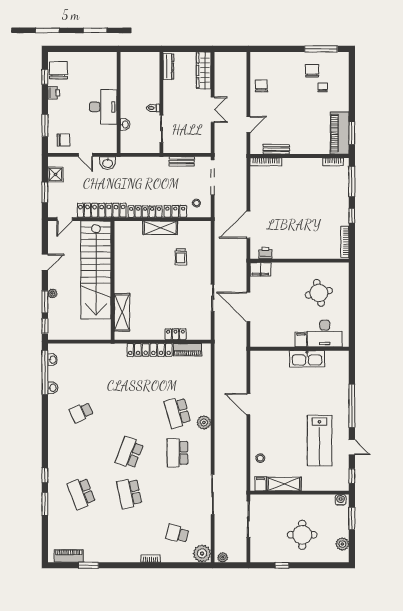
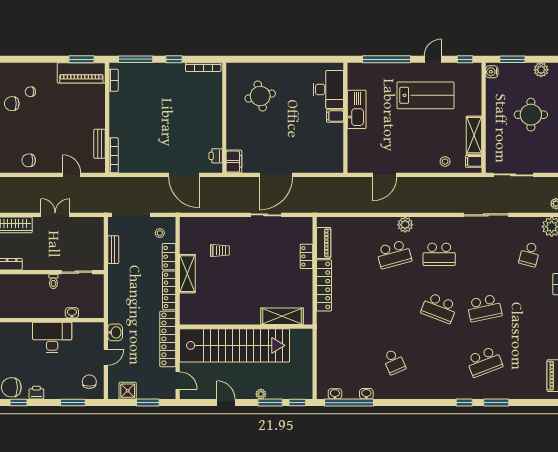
desk: (325, 333) -> (328, 89), moved
filing cabinet: (301, 339) -> (335, 116), moved
wall: (299, 349) -> (345, 118), moved
kitchen sink: (307, 359) -> (357, 109), moved

